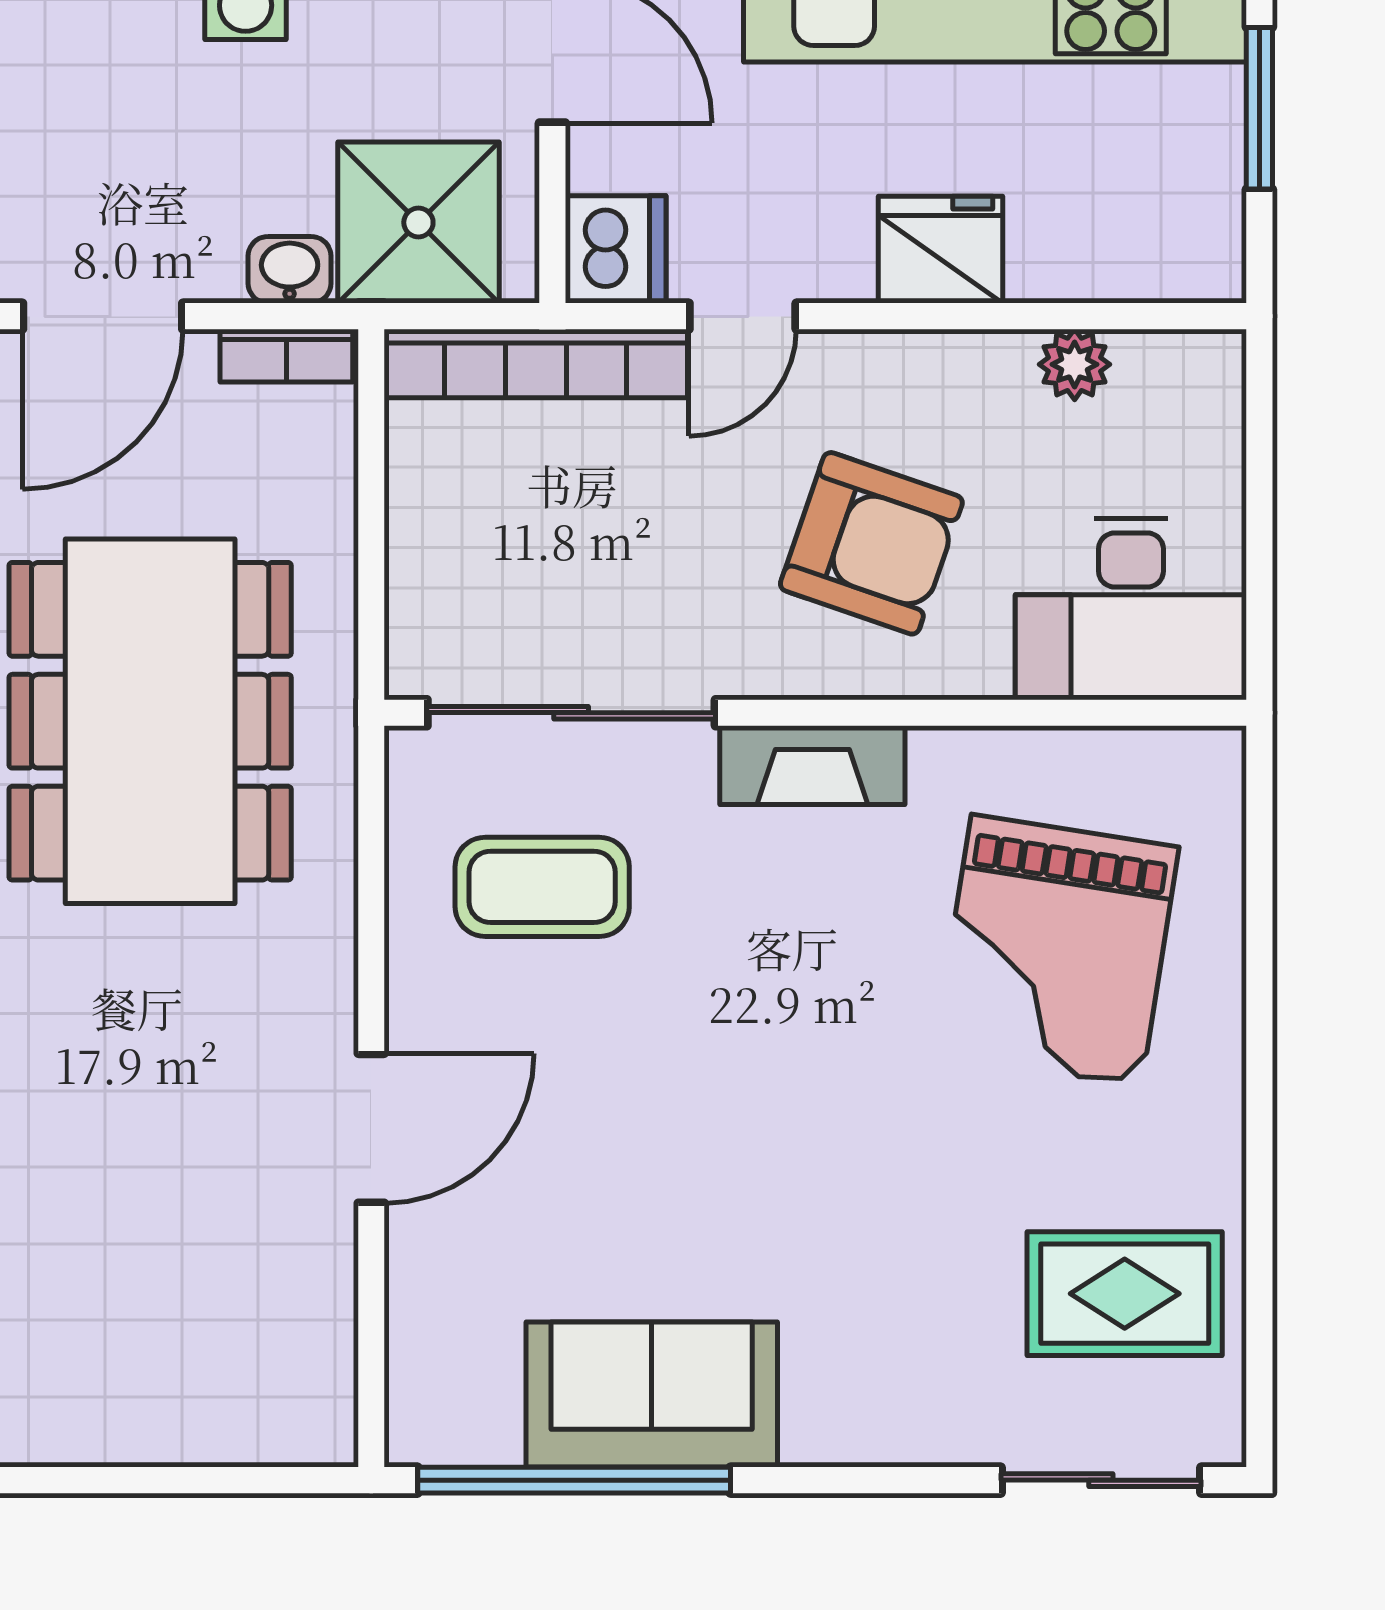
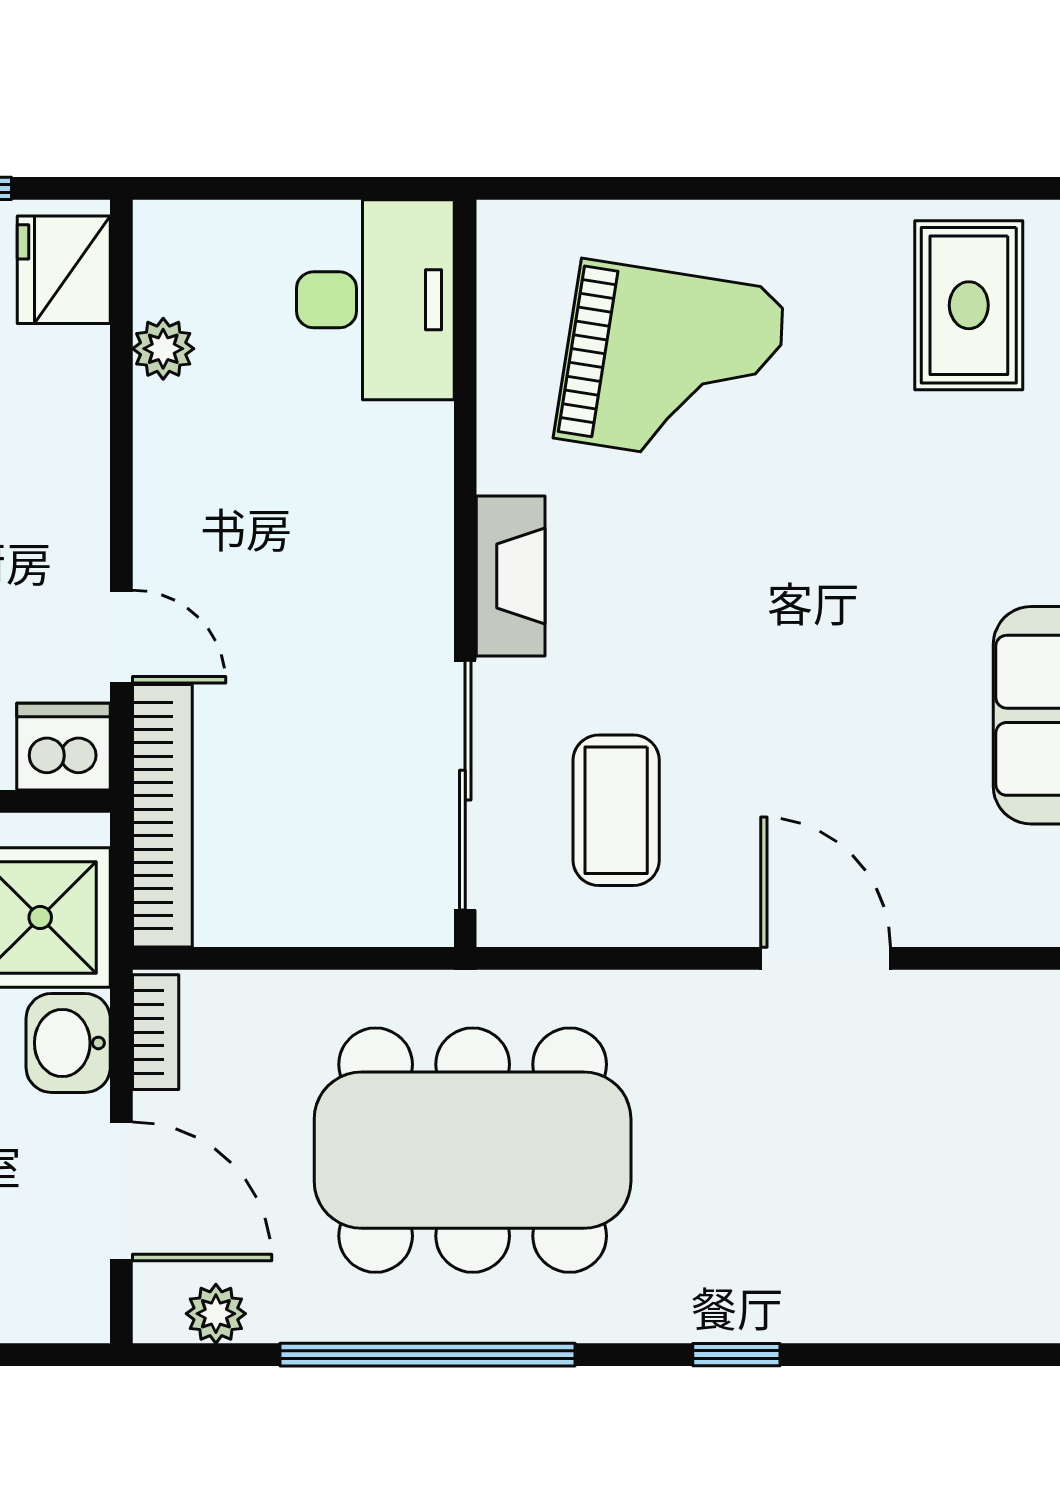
fridge: (940, 250) -> (64, 270), moved
washbasin: (290, 270) -> (68, 1043), width x1.38, depth x1.45
armchair: (871, 543) -> (318, 525), removed

